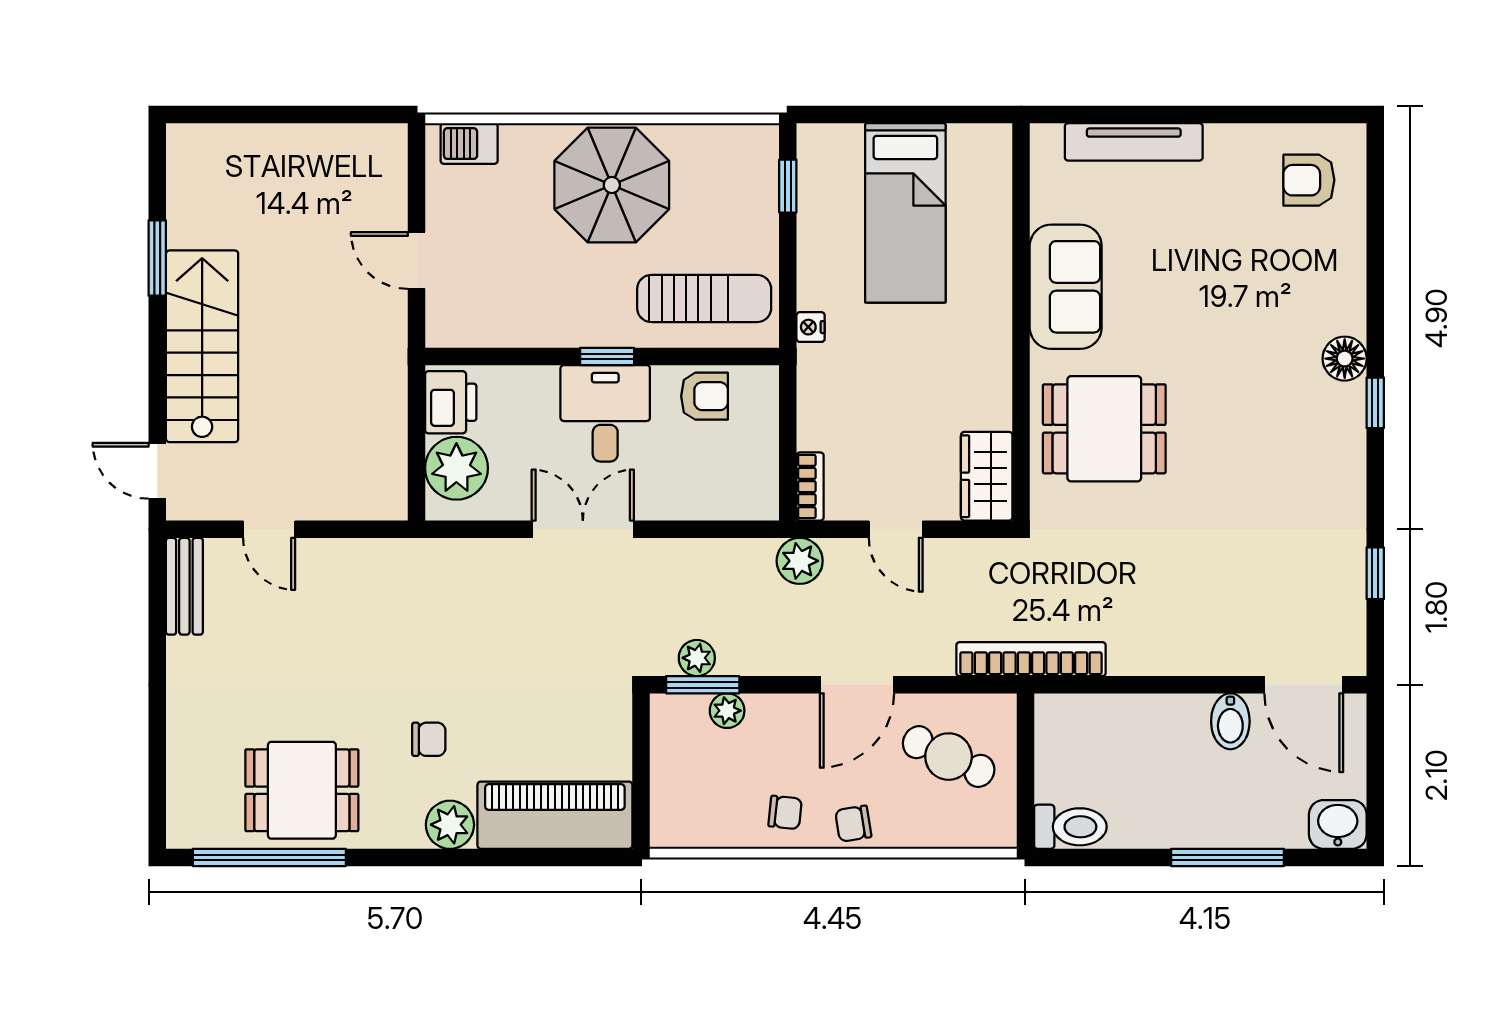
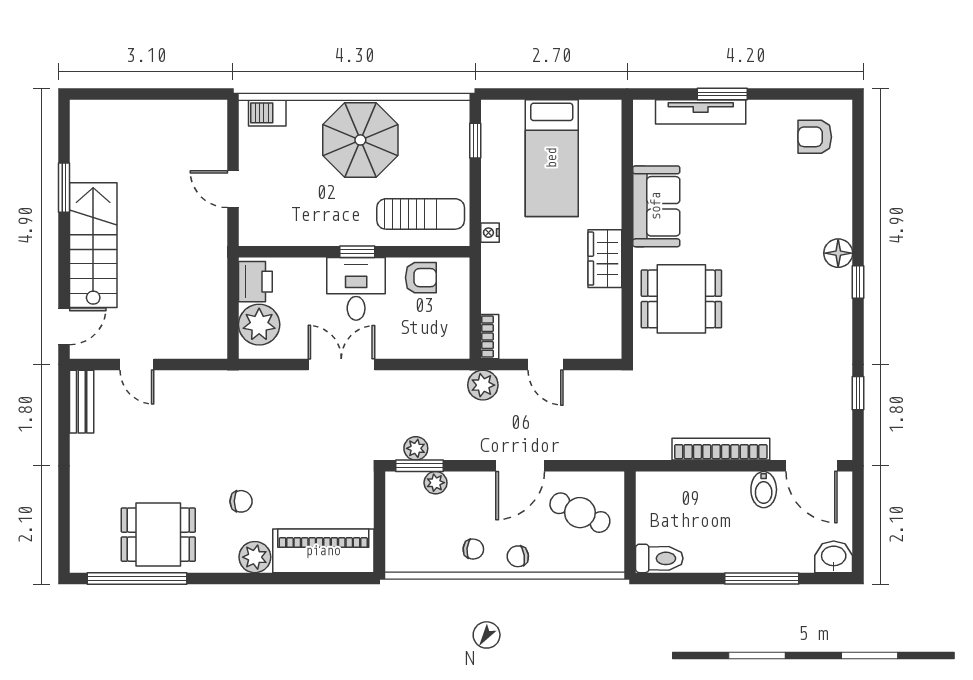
window: (1167, 115) -> (722, 94), added
door: (157, 471) -> (64, 326), swing flipped
wardrobe: (987, 476) -> (605, 259), moved
bookcase: (1031, 659) -> (721, 449), moved

